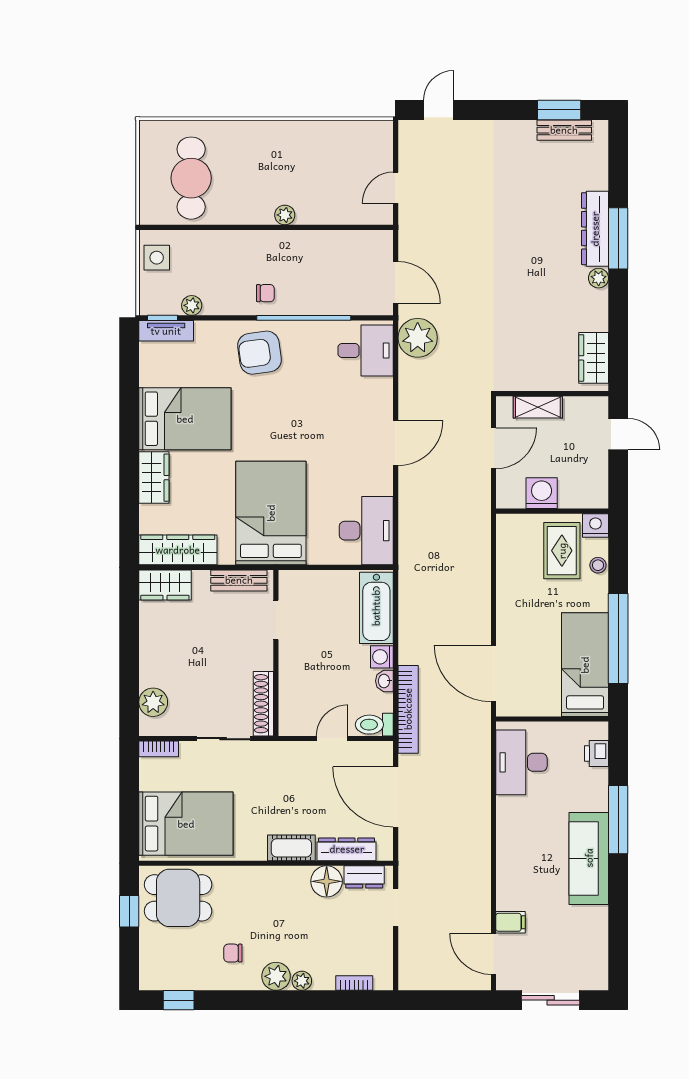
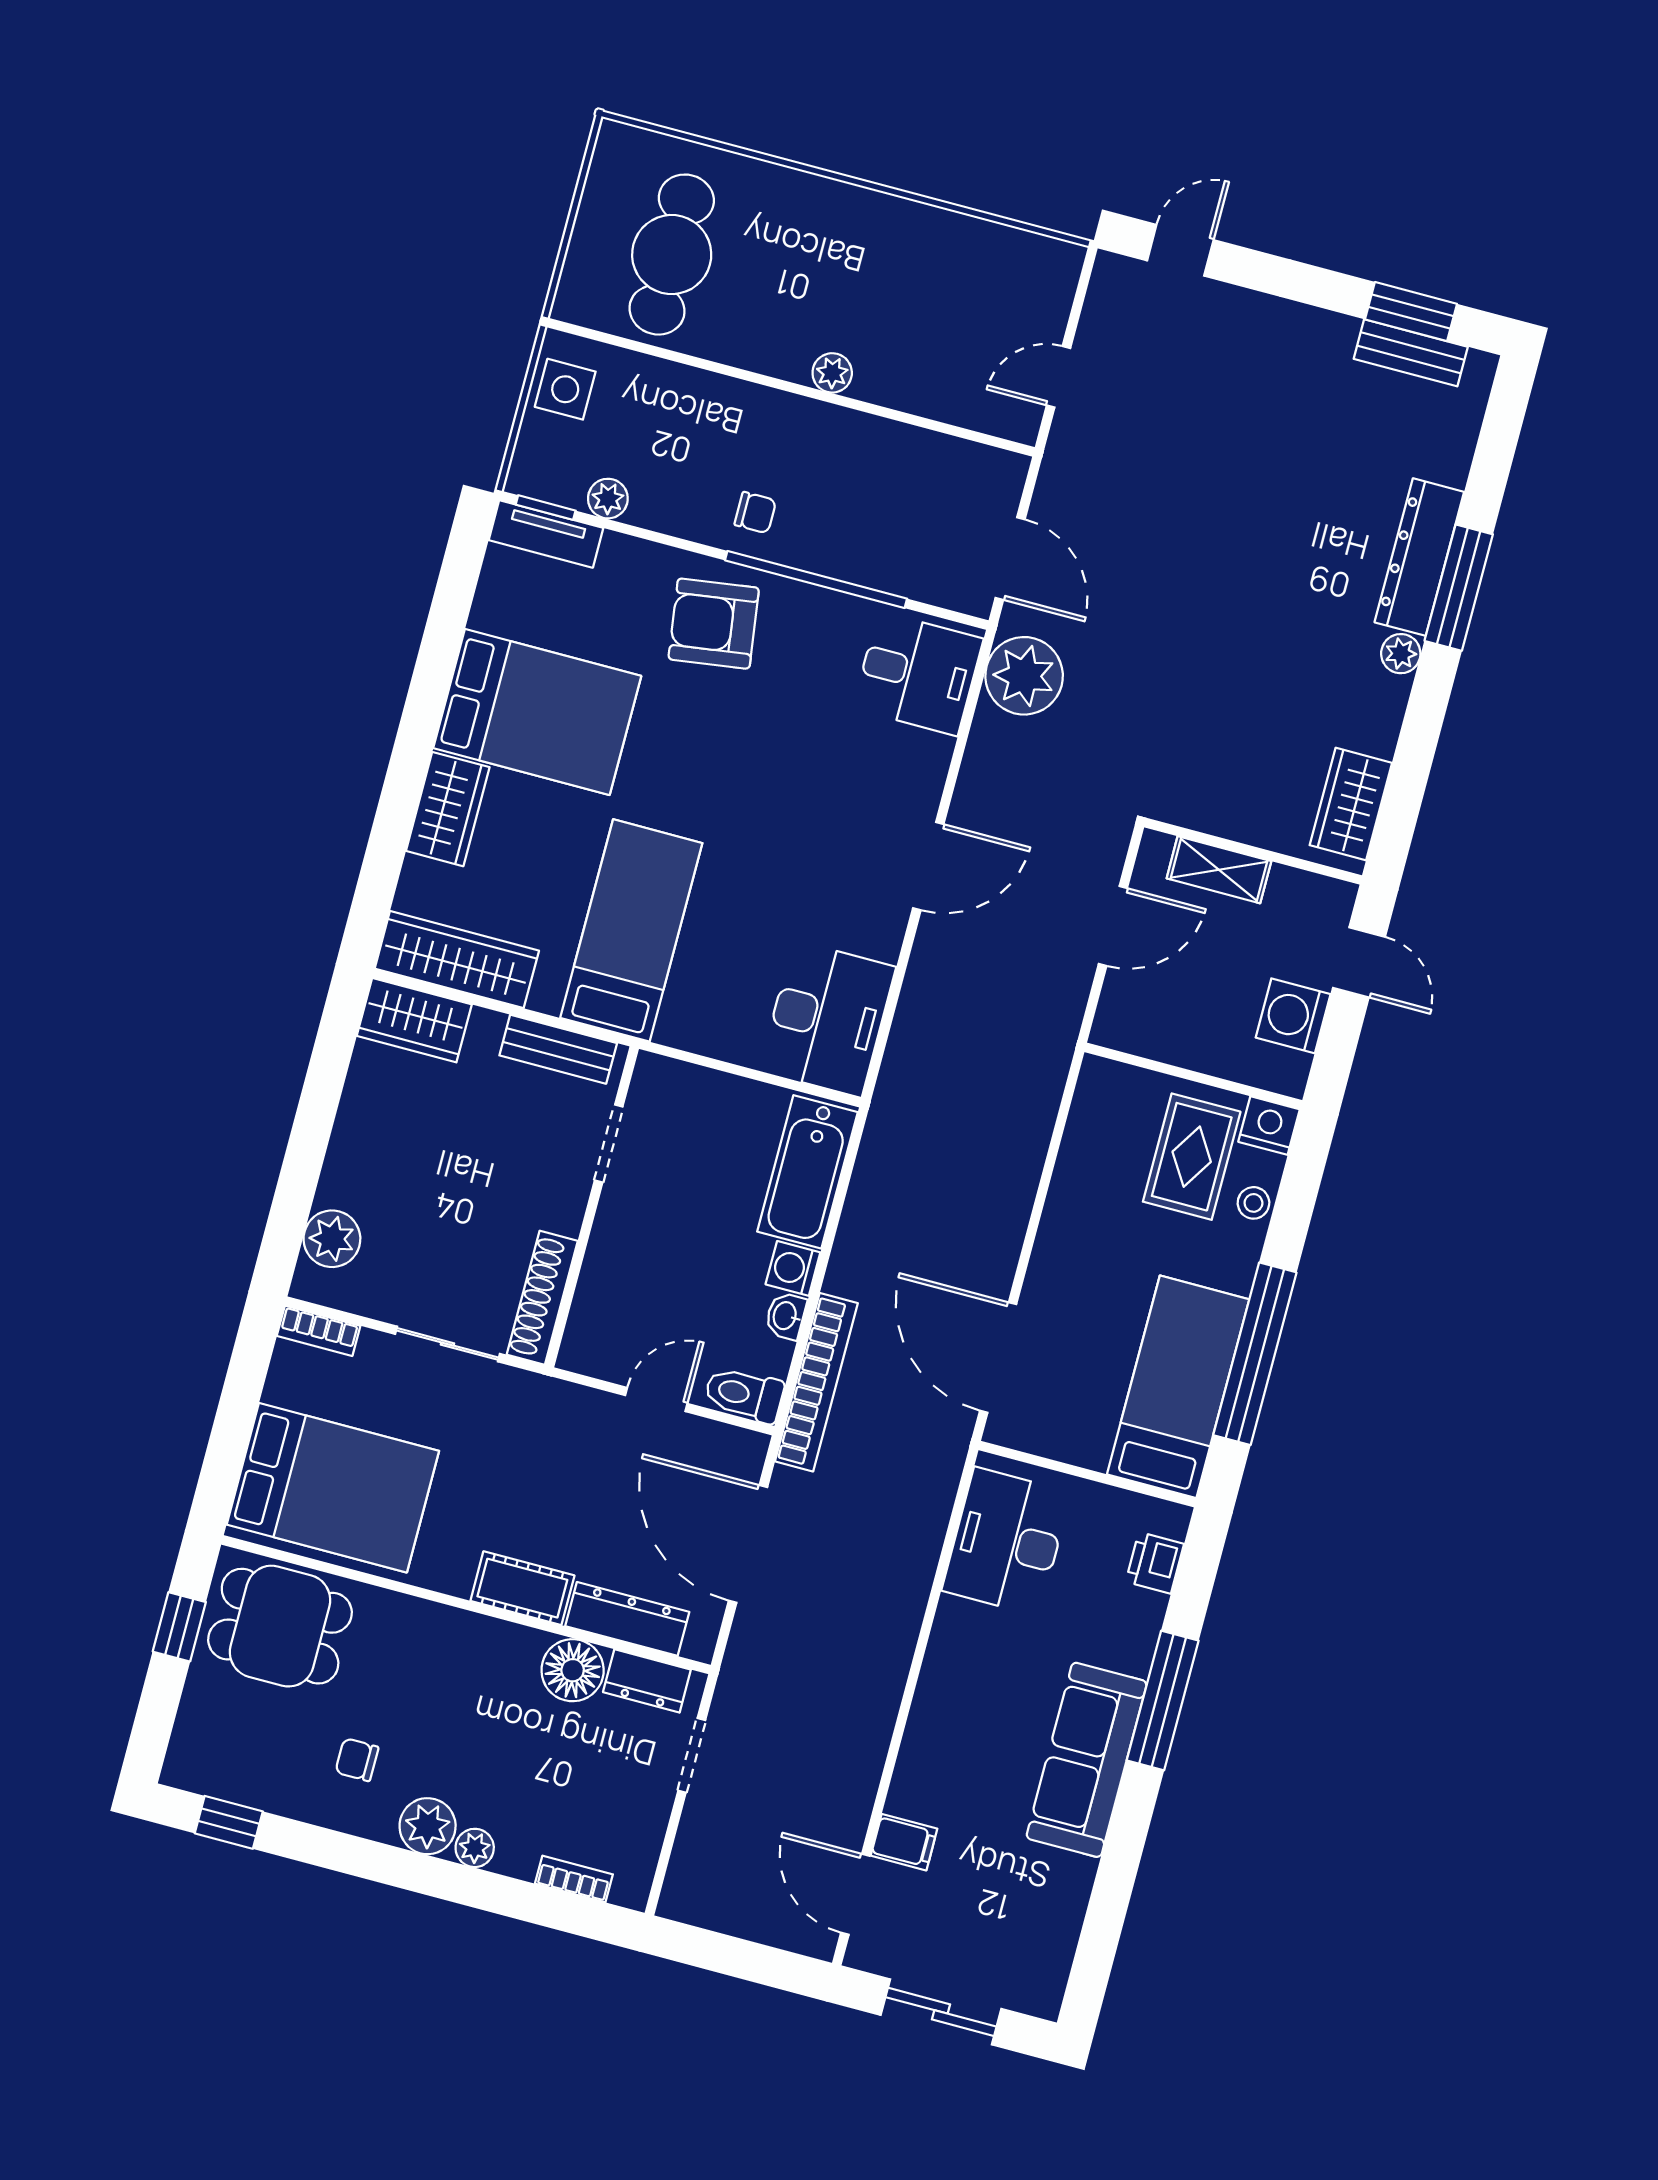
washing machine: (542, 493) -> (1293, 1016), moved, turned -90
bed: (271, 513) -> (631, 930), width x0.67

